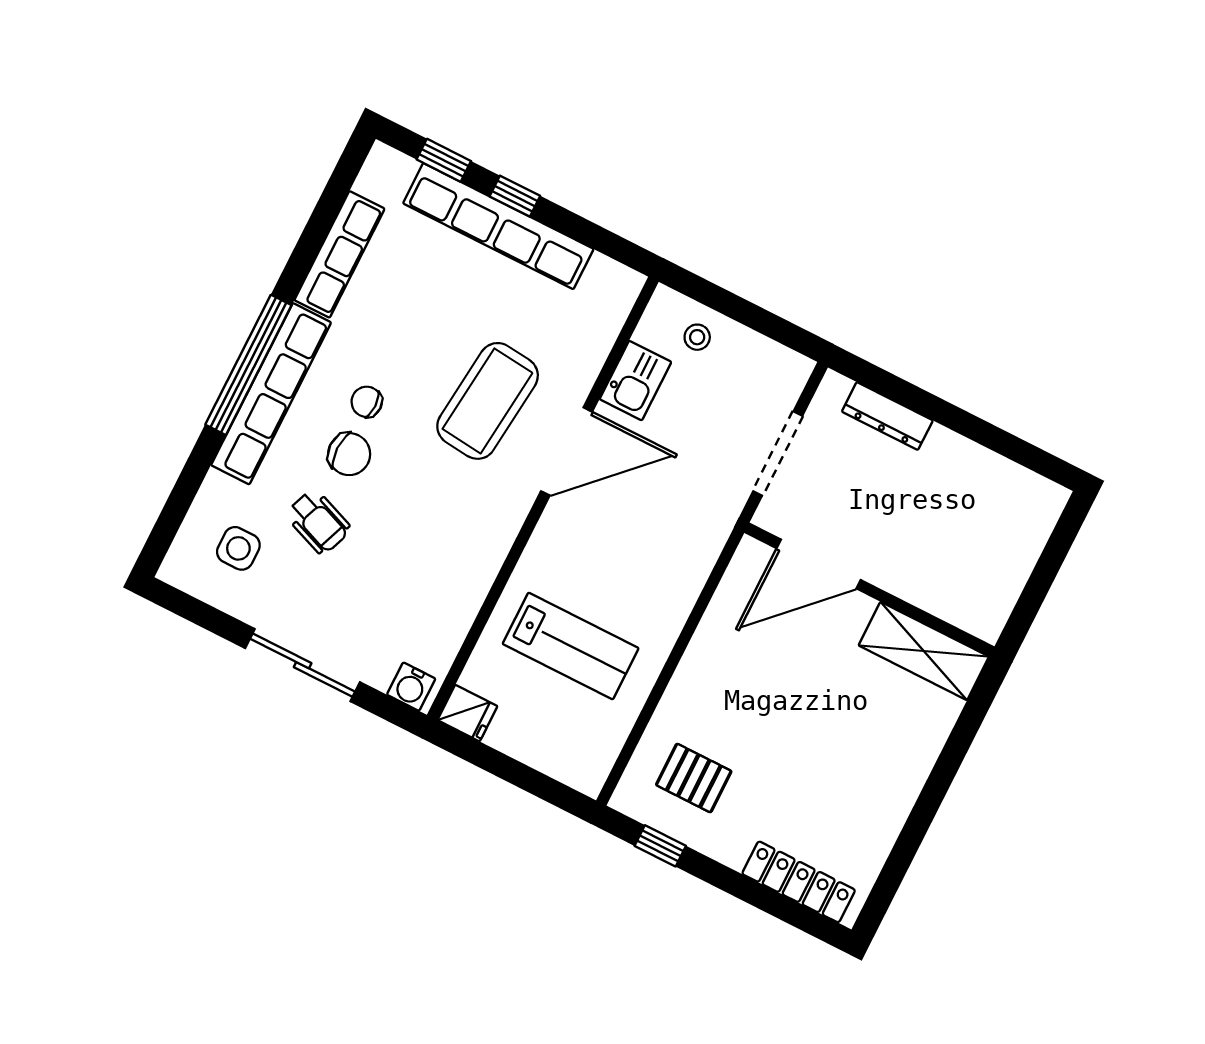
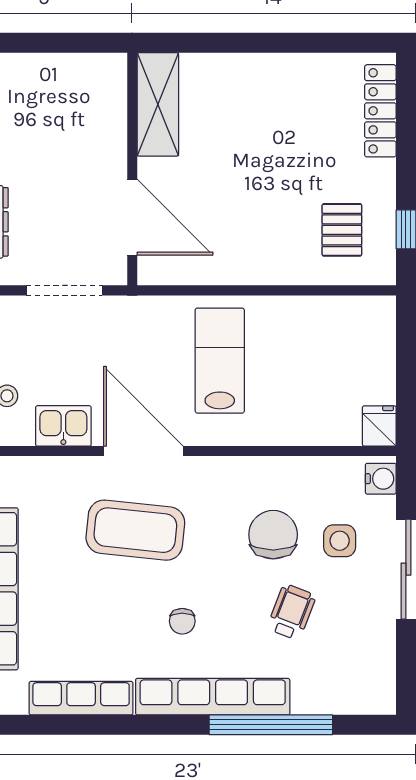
window: (248, 365) -> (271, 725), moved
chair: (349, 454) -> (273, 535), moved, width x1.37, depth x1.37
side table: (238, 548) -> (340, 541), moved
lab bench: (571, 646) -> (220, 361), moved

